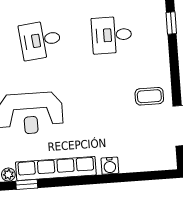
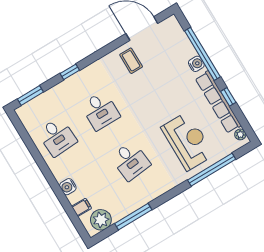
window: (117, 178) -> (202, 54), added
window: (27, 184) -> (228, 97), moved

